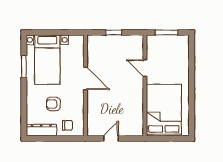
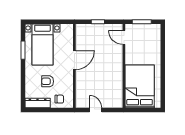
door: (145, 68) -> (124, 37), moved
door: (85, 78) -> (74, 60), hinge flipped
door: (111, 138) -> (96, 110), hinge flipped

